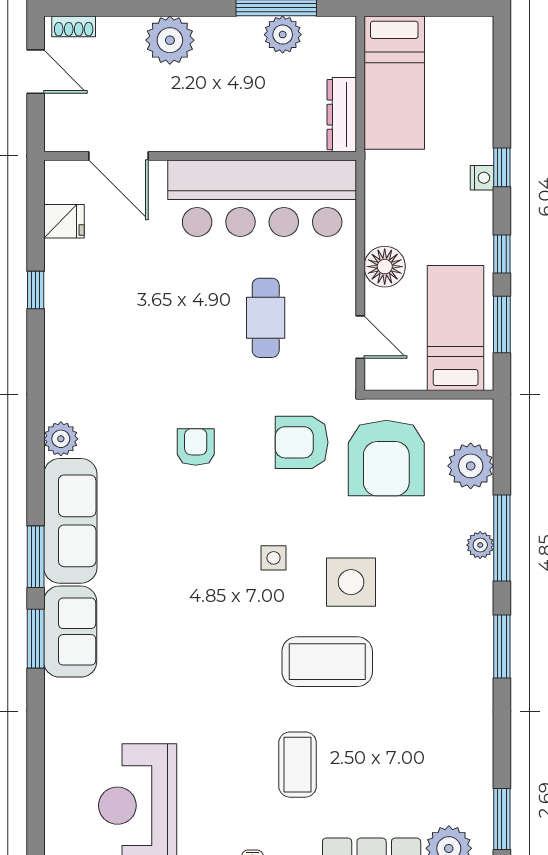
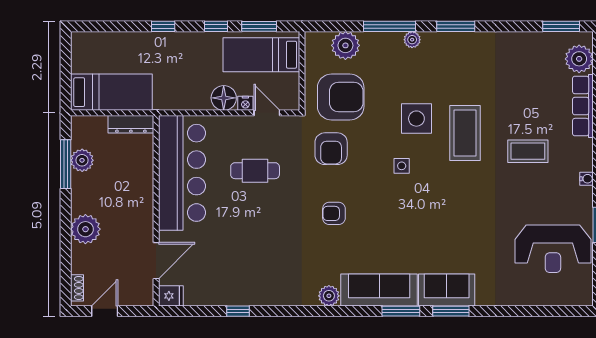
nightstand: (482, 178) -> (245, 103), moved, turned 180
fridge: (64, 221) -> (171, 296), moved, turned 90
door: (360, 337) -> (267, 113), hinge flipped
plant: (480, 545) -> (412, 40), moved

